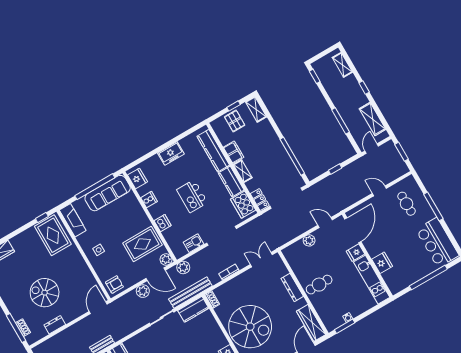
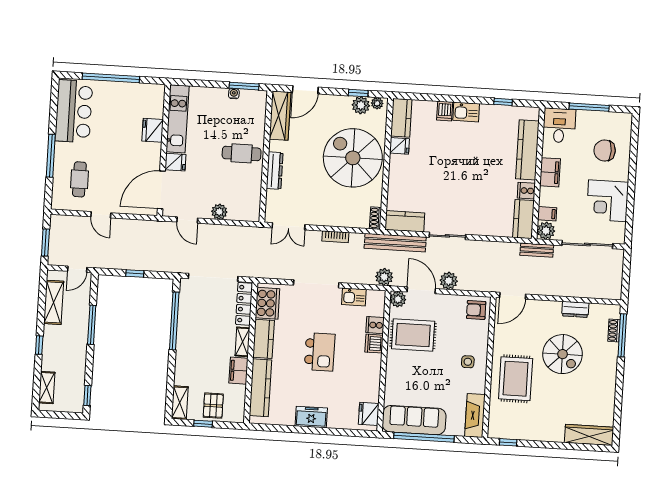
cooker: (149, 200) -> (375, 325), moved
locker: (260, 200) -> (244, 304), width x1.53
rug: (53, 235) -> (516, 379), moved

